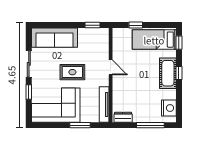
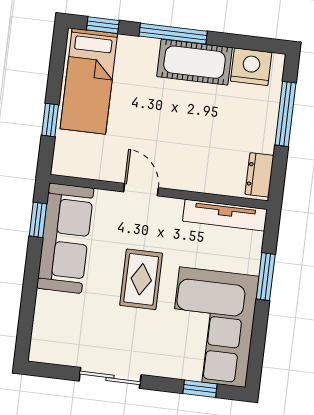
sofa: (54, 38) -> (65, 238), moved
door: (111, 67) -> (141, 190), hinge flipped
cot: (168, 73) -> (195, 62), moved
window: (179, 73) -> (173, 34), width x2.17
window: (29, 92) -> (200, 389), moved

